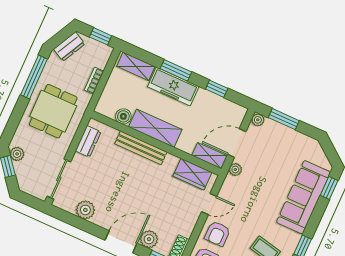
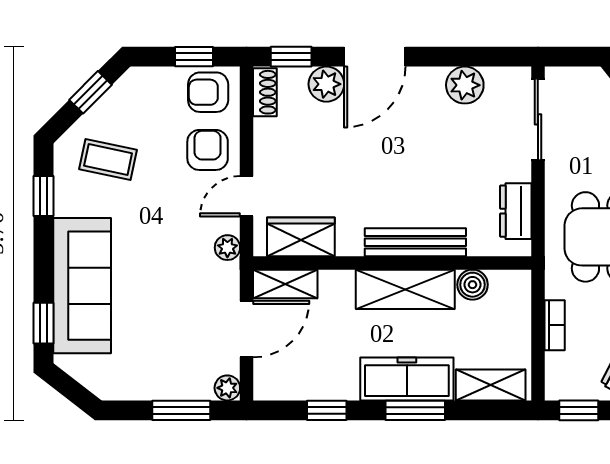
plant: (235, 170) -> (227, 248), moved

